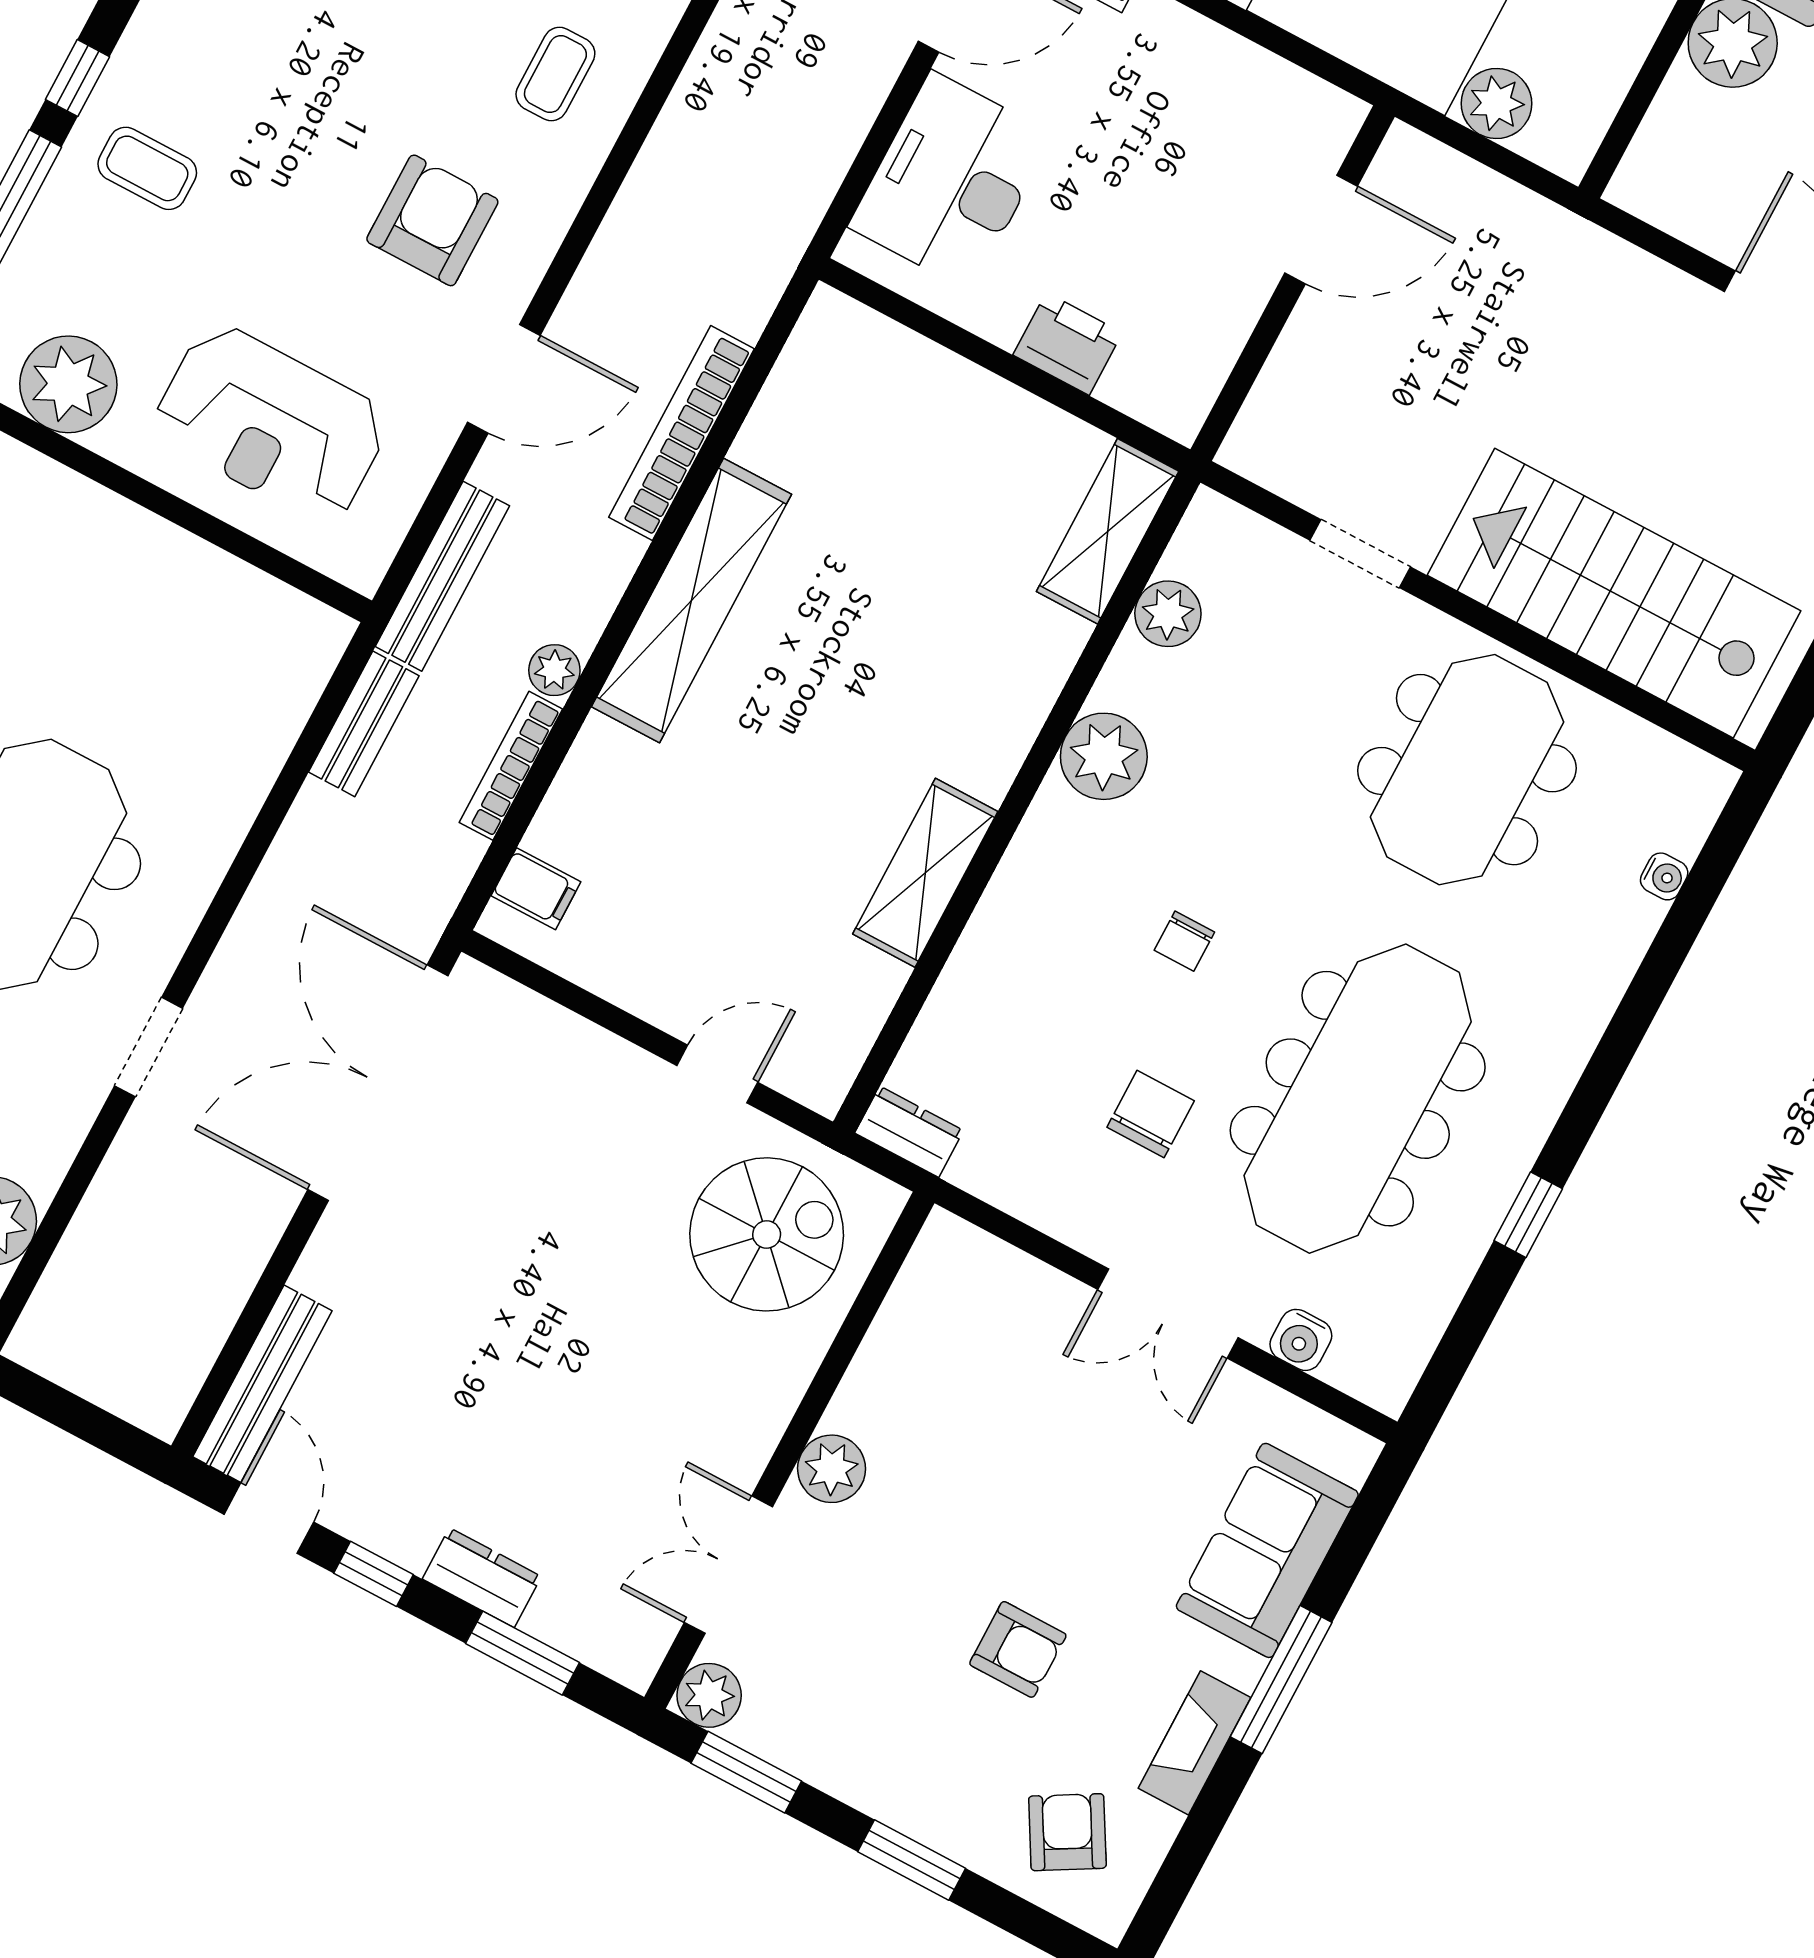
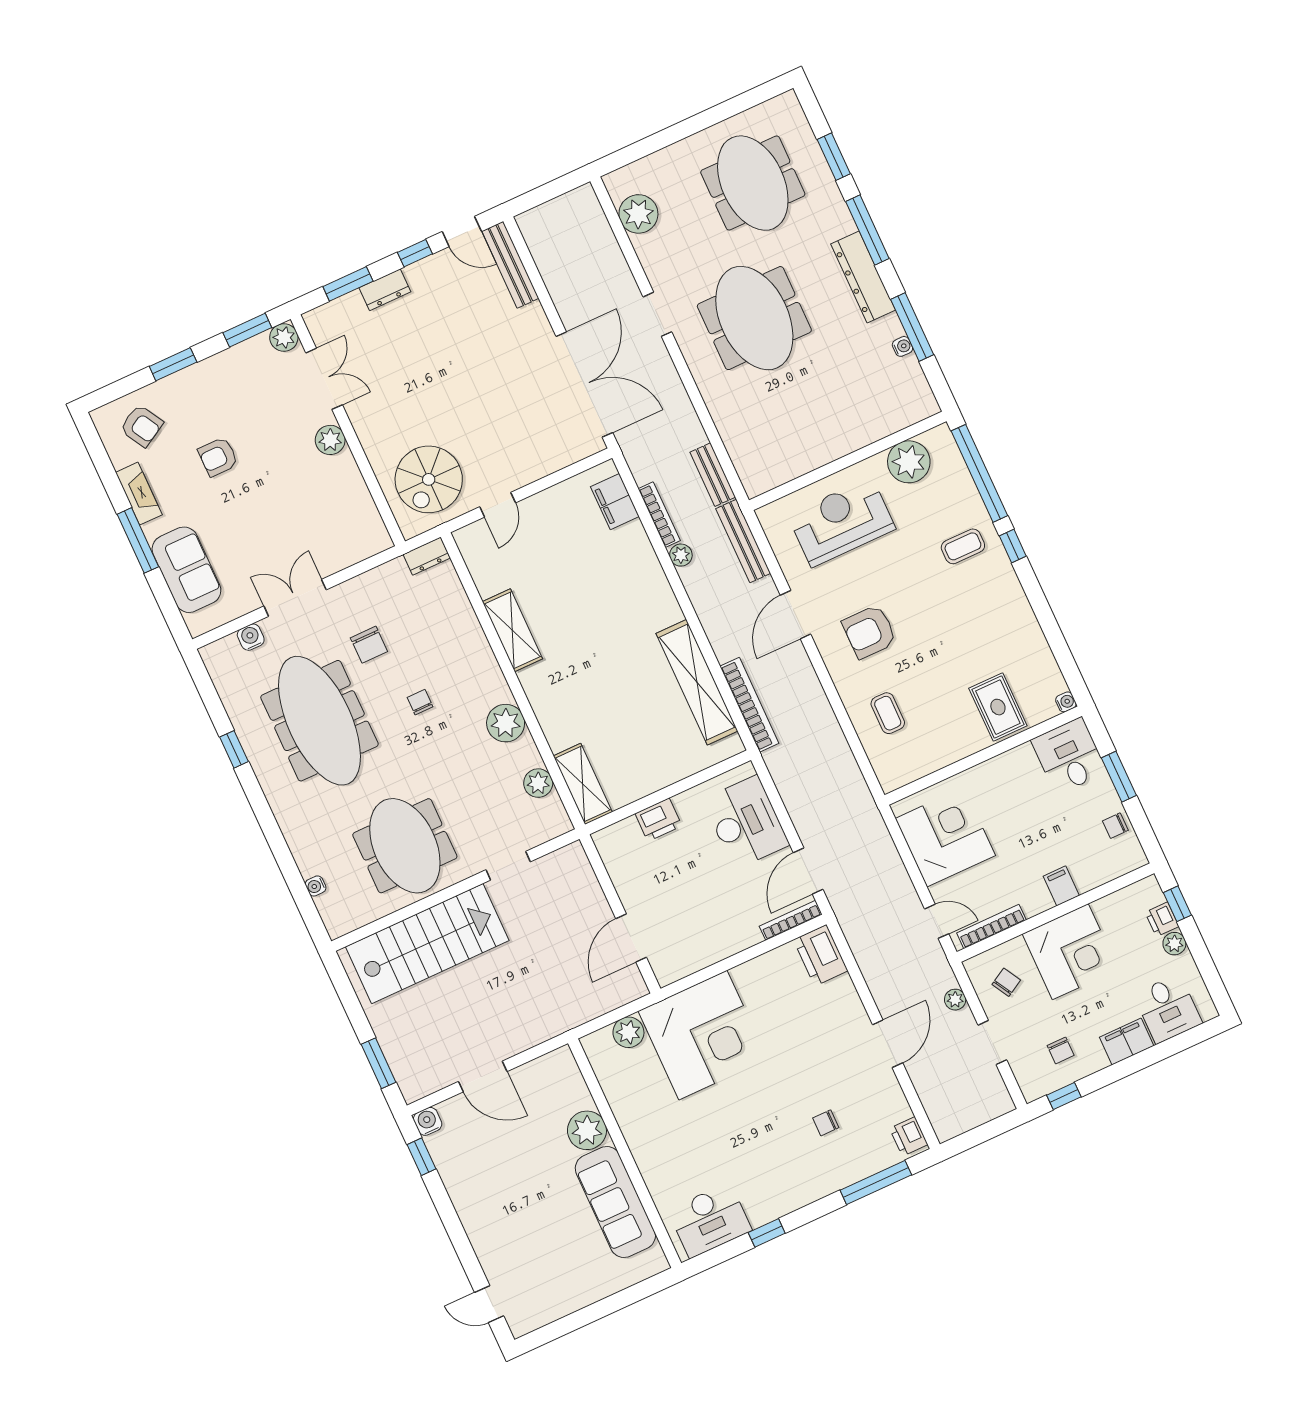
armchair: (432, 220) -> (869, 632), turned 90
bookcase: (682, 433) -> (749, 705), moved
shelving: (691, 601) -> (697, 682), moved
filing cabinet: (536, 889) -> (615, 502), width x2.00

